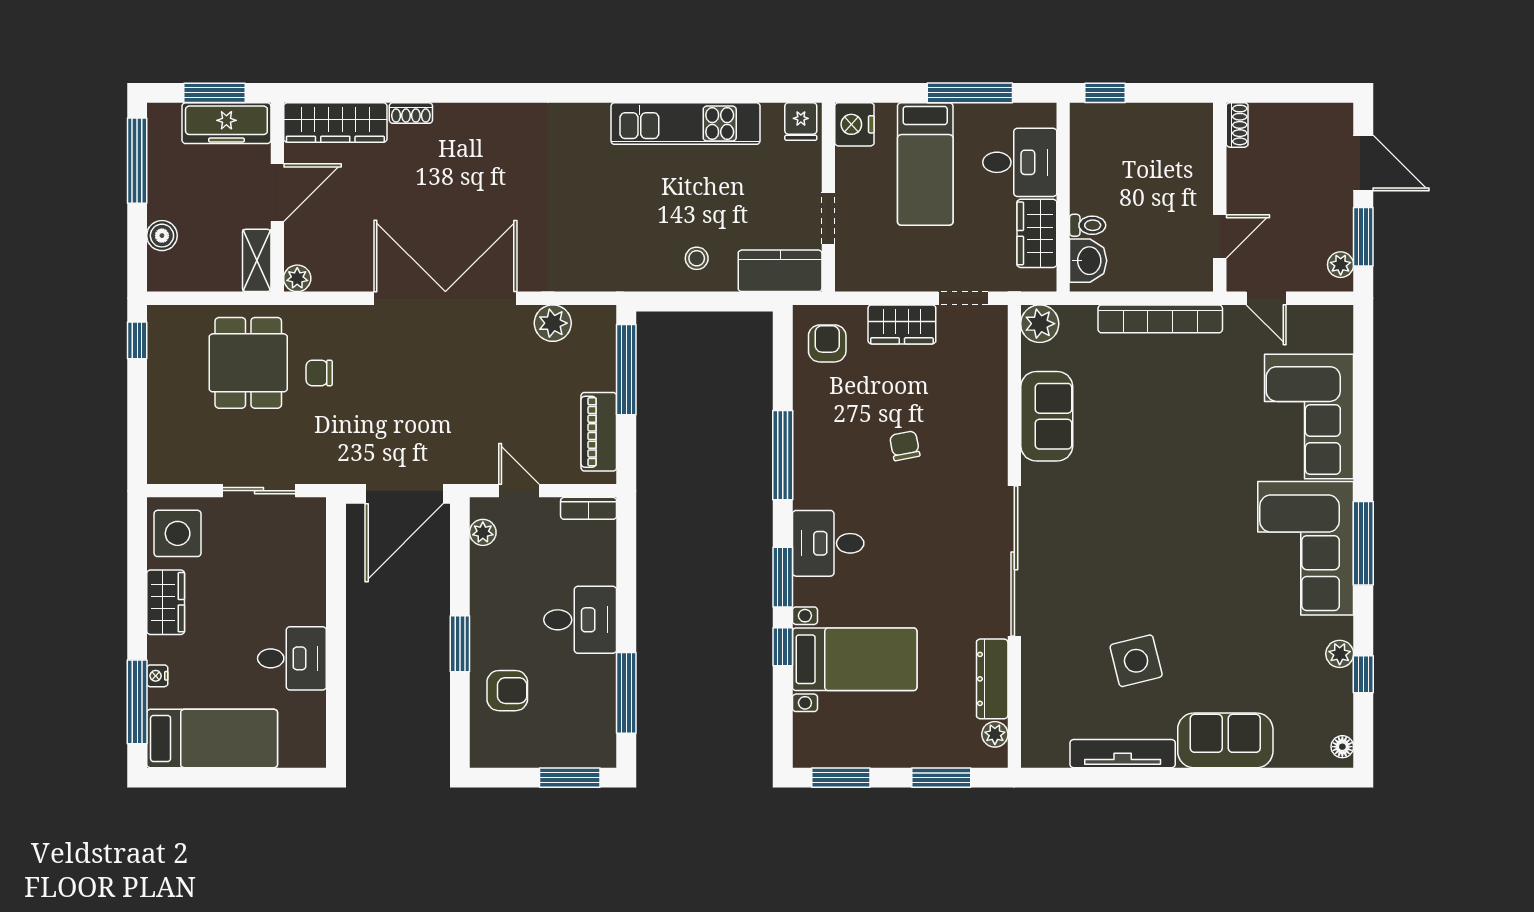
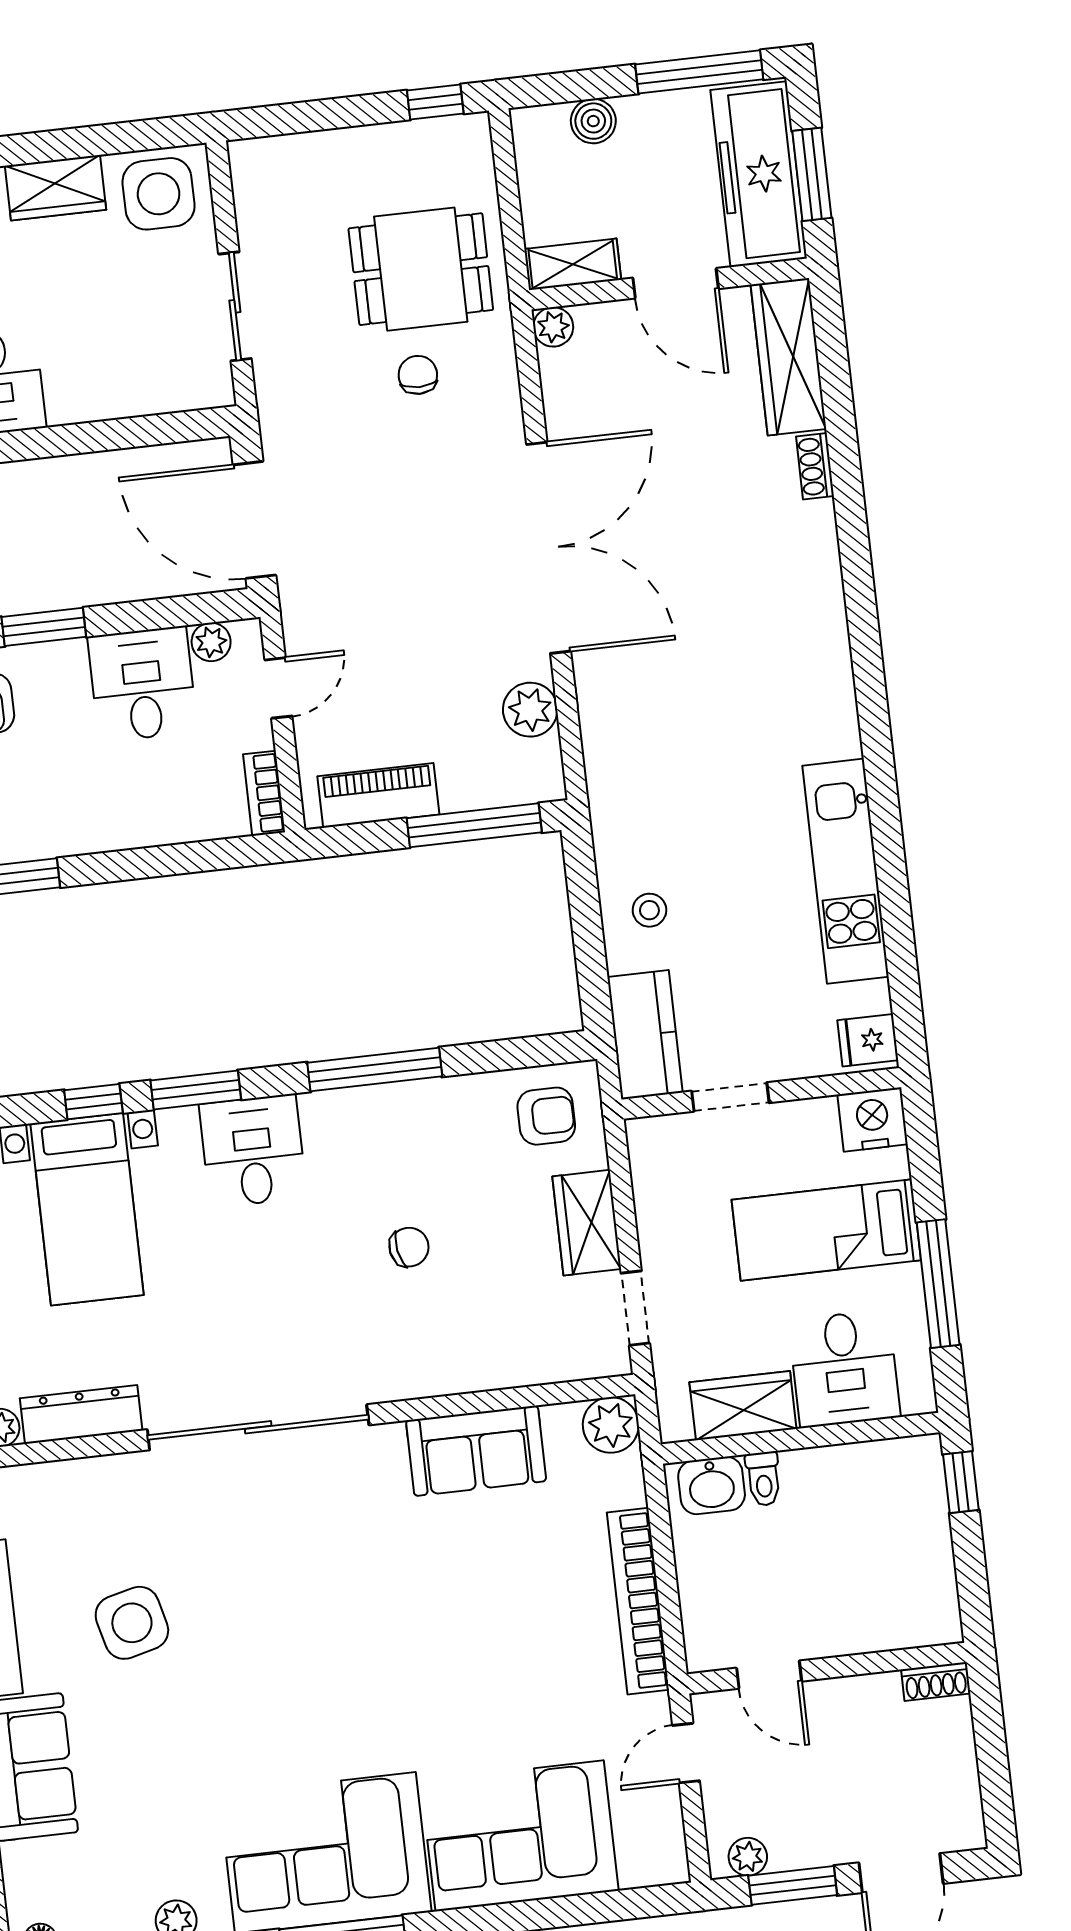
freezer: (226, 123) -> (759, 174), width x1.36, depth x1.26
desk: (580, 620) -> (143, 684), moved, turned 180

